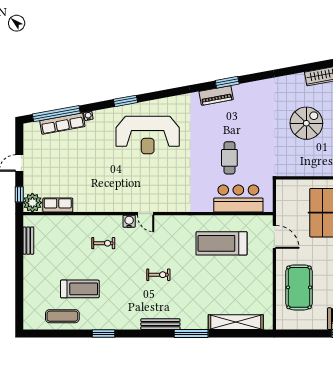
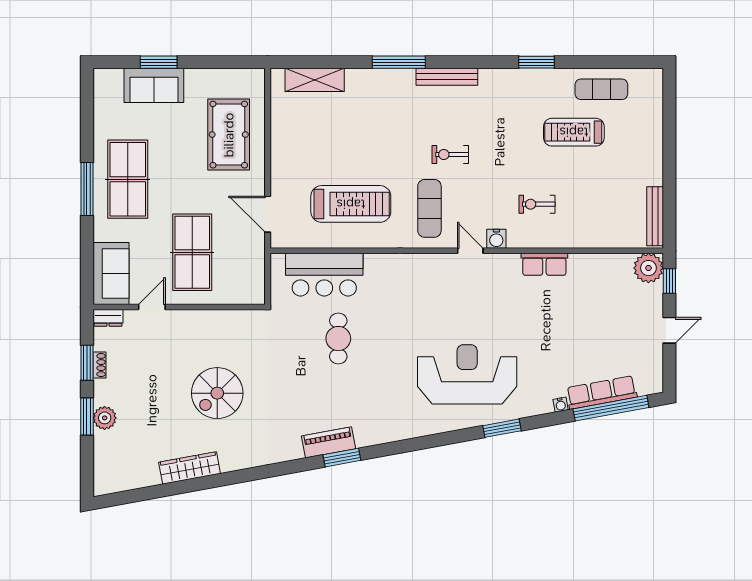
piano: (216, 95) -> (328, 442), moved
row of seats: (58, 205) -> (544, 264), moved
bench: (28, 241) -> (655, 216), width x1.36
exercise mat: (172, 241) -> (429, 208), added
shelving: (236, 322) -> (315, 80), width x0.68

